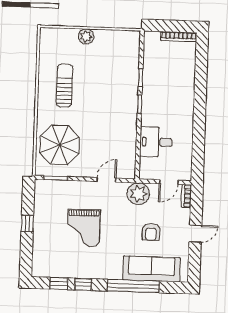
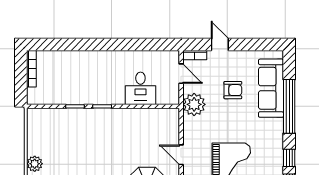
door: (106, 180) -> (181, 155), moved
door: (195, 234) -> (220, 45), moved

